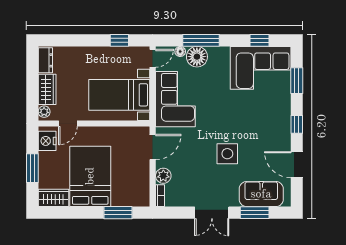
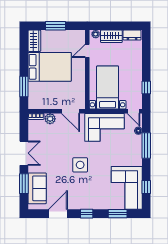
floor lamp: (197, 57) -> (135, 143), removed
door: (68, 124) -> (87, 51), hinge flipped
nightstand: (47, 141) -> (75, 36), removed
side table: (227, 154) -> (80, 165), moved
double door: (212, 213) -> (24, 153), swing flipped

